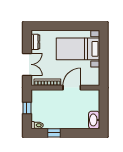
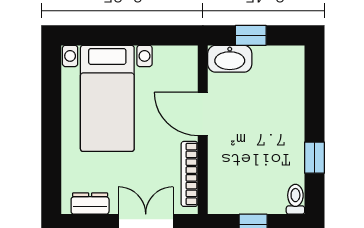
window: (104, 107) -> (251, 35), added
washbasin: (94, 120) -> (230, 59), moved

